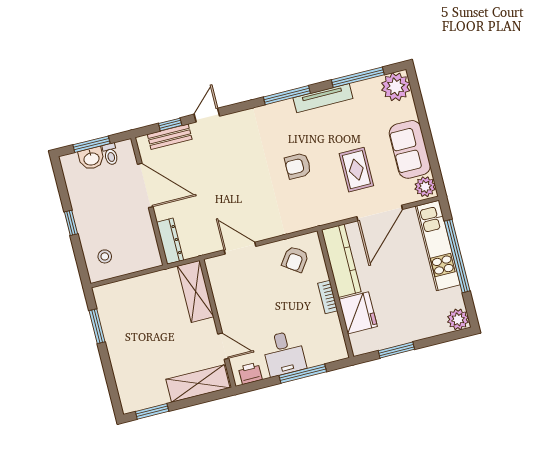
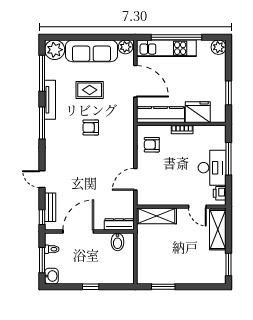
window: (170, 124) -> (42, 217), moved
sofa: (410, 149) -> (91, 51), width x1.36
washbasin: (91, 158) -> (51, 276), moved
armchair: (298, 166) -> (91, 128), turned 90
rug: (356, 170) -> (90, 90), moved
bidet: (145, 245) -> (117, 242), added
stool: (105, 256) -> (118, 270), removed
armchair: (295, 259) -> (152, 145), turned 145
door: (223, 346) -> (197, 207), swing flipped
desk: (284, 353) -> (212, 168), width x1.37

